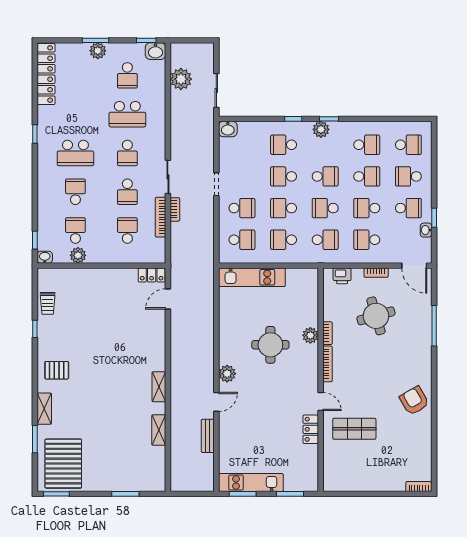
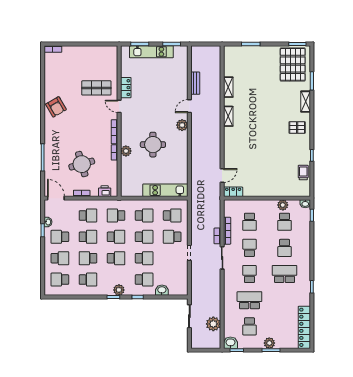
school desk: (127, 75) -> (249, 326), turned 180
washbasin: (228, 129) -> (162, 290), moved
school desk: (367, 145) -> (88, 280), turned 180
school desk: (325, 176) -> (116, 258), turned 180
school desk: (242, 240) -> (172, 215), turned 180
kitchen unit: (251, 483) -> (151, 52), moved

